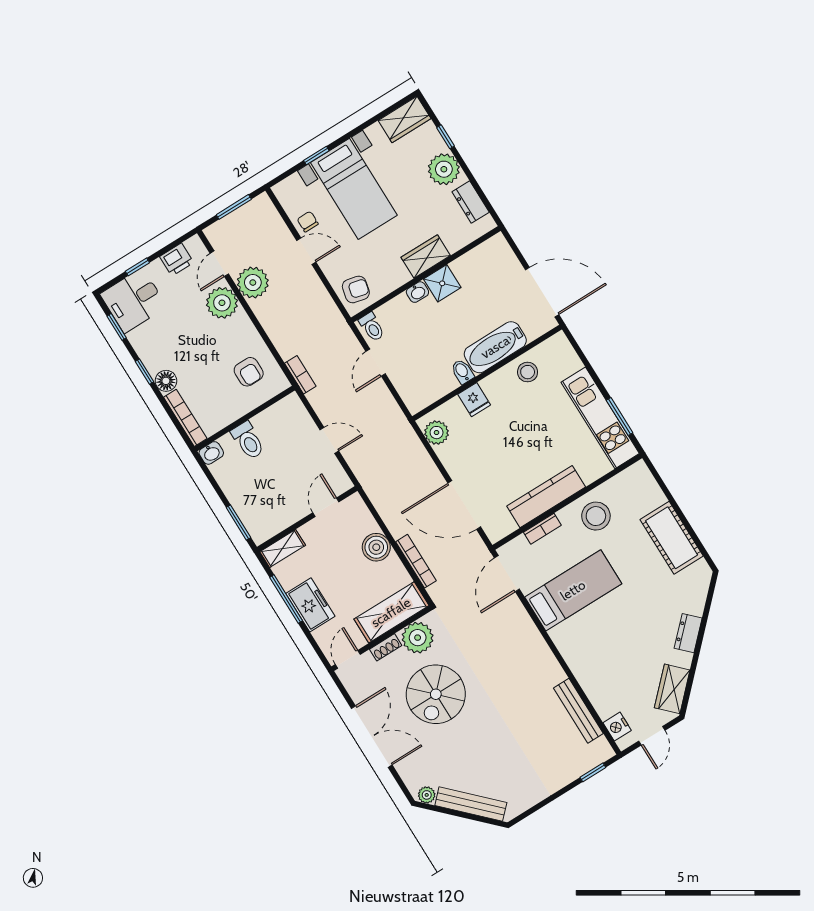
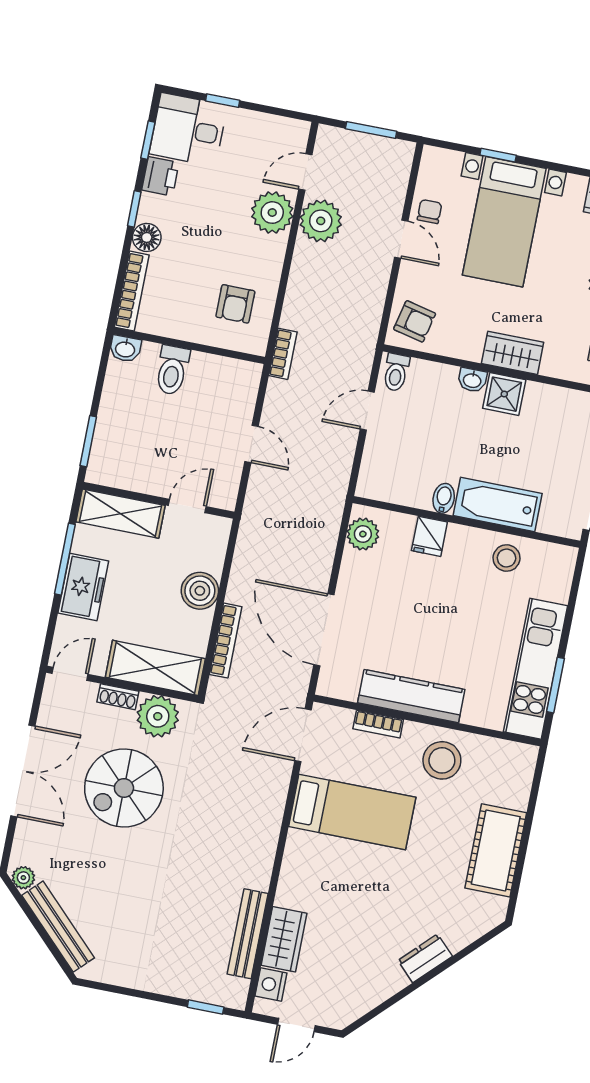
printer: (177, 260) -> (160, 176), moved, turned -90
shelving: (283, 549) -> (120, 514), width x1.50, depth x1.33
wardrobe: (672, 689) -> (284, 939), moved, turned 135

